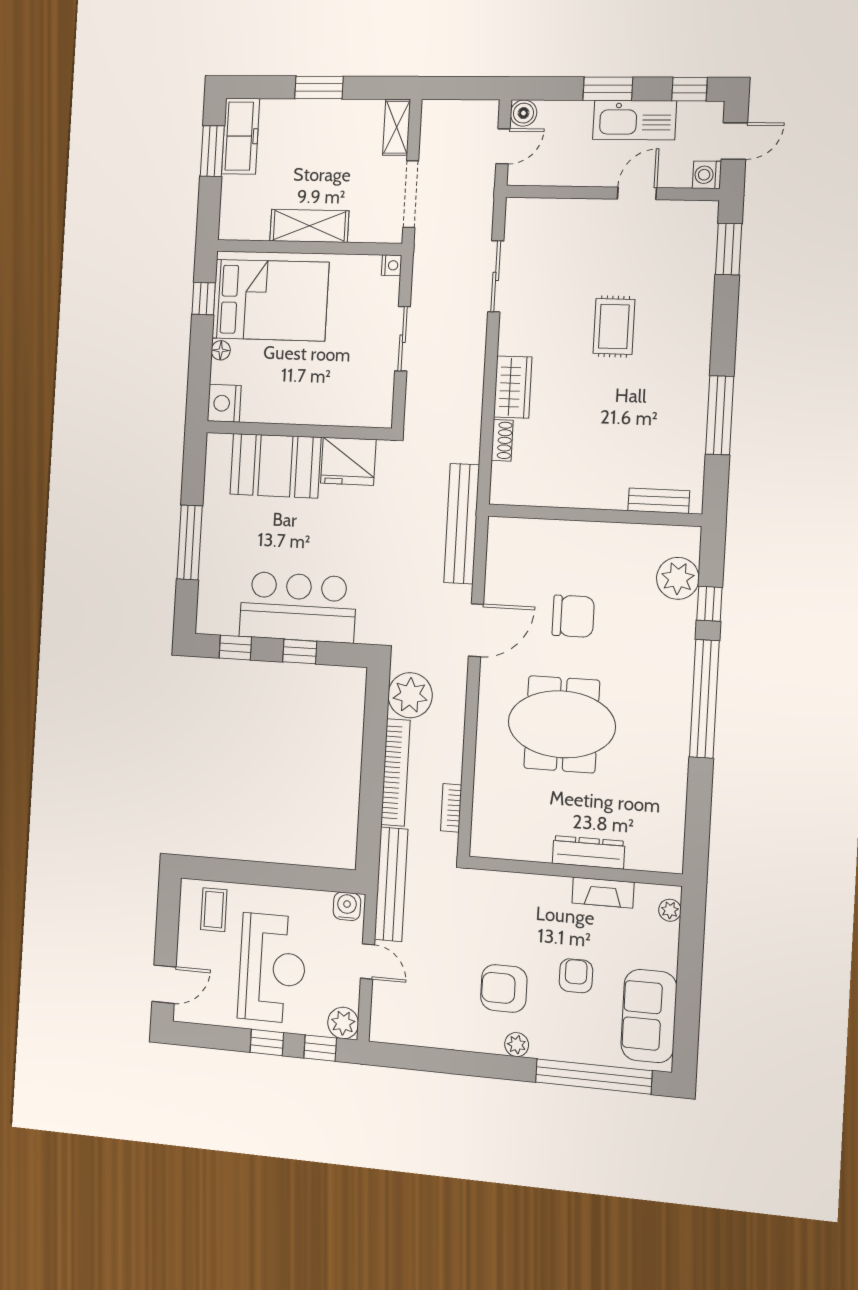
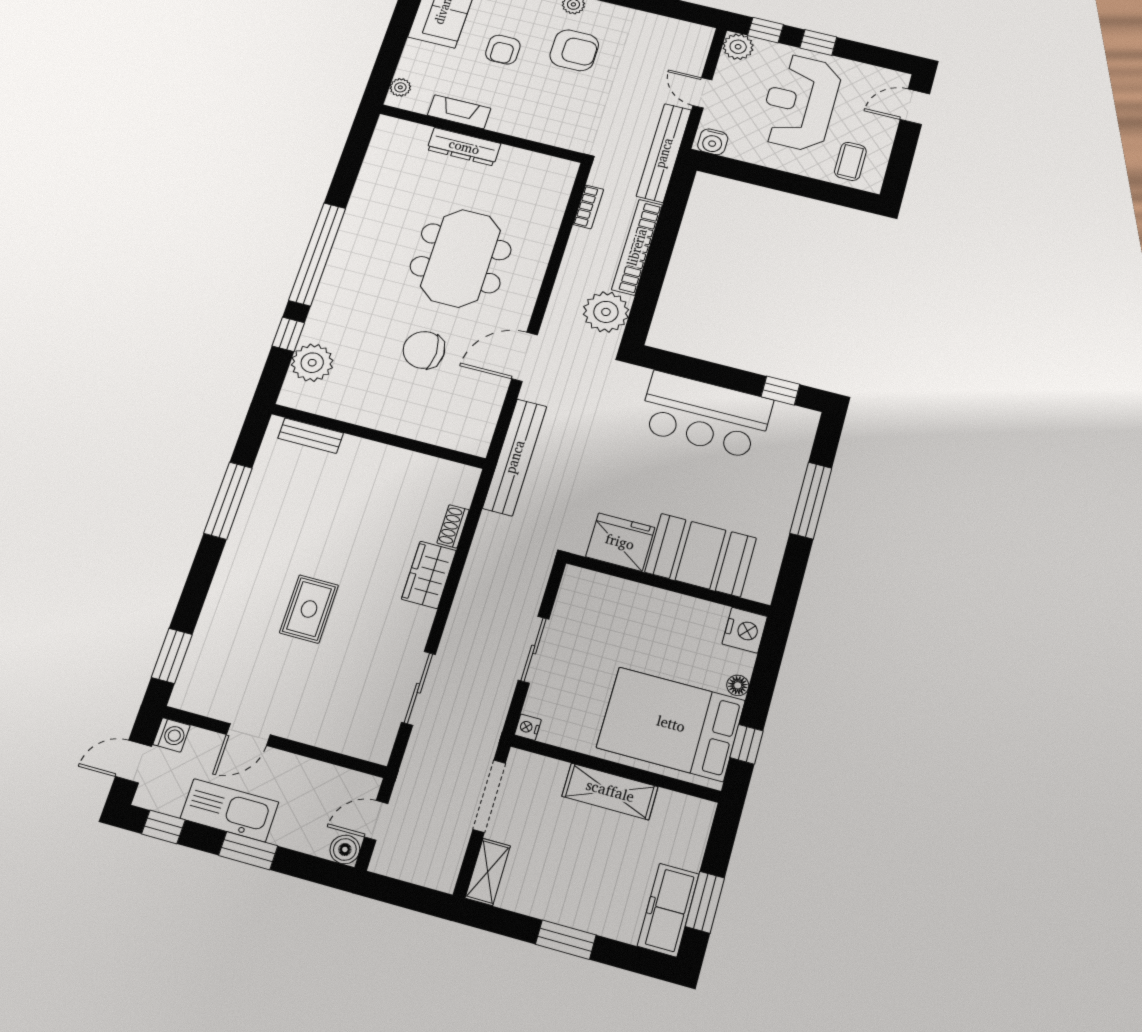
window: (300, 652) -> (712, 373), removed
meeting table: (562, 724) -> (461, 258), turned 90

